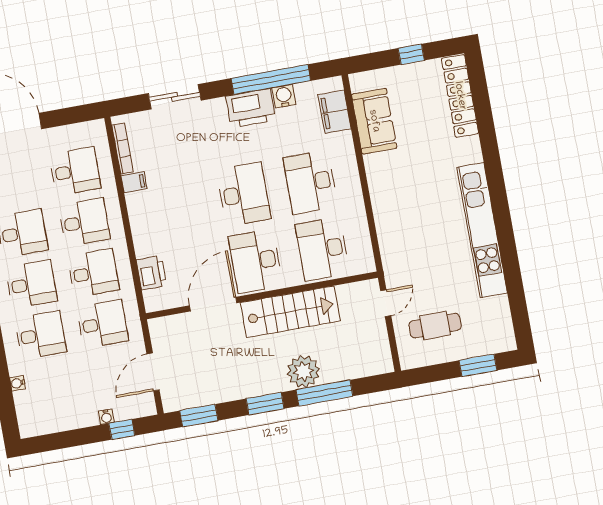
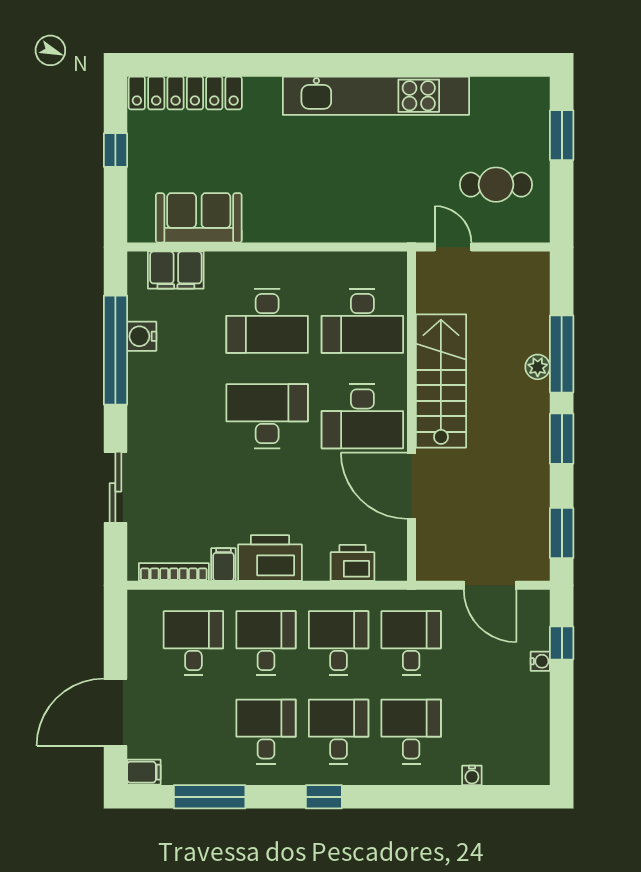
printer: (251, 108) -> (270, 558), moved, turned -90
cafe table: (435, 326) -> (496, 185), turned 90
plant: (303, 372) -> (538, 367), width x0.53, depth x0.53

